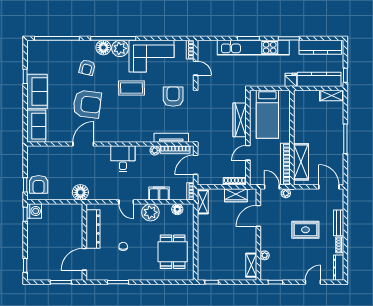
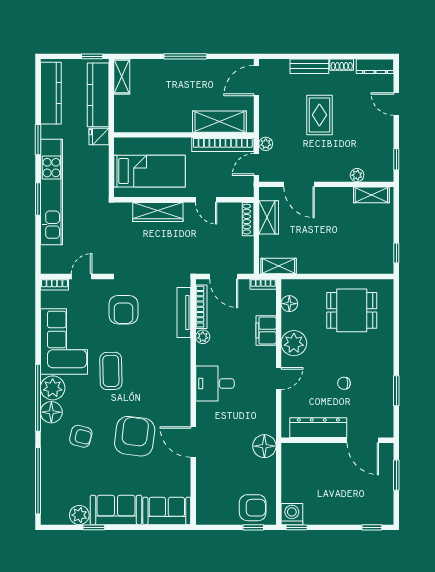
plant: (34, 67) -> (79, 515), added
armchair: (173, 97) -> (123, 310), turned -90

